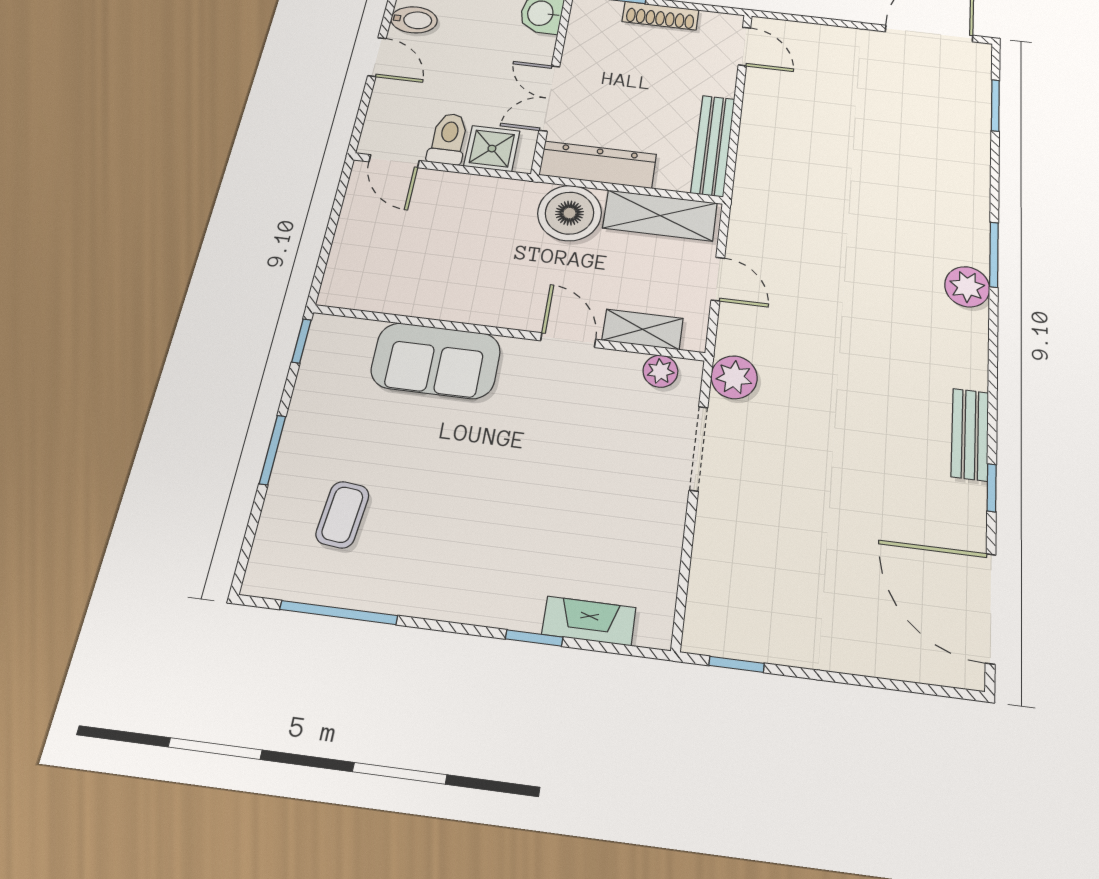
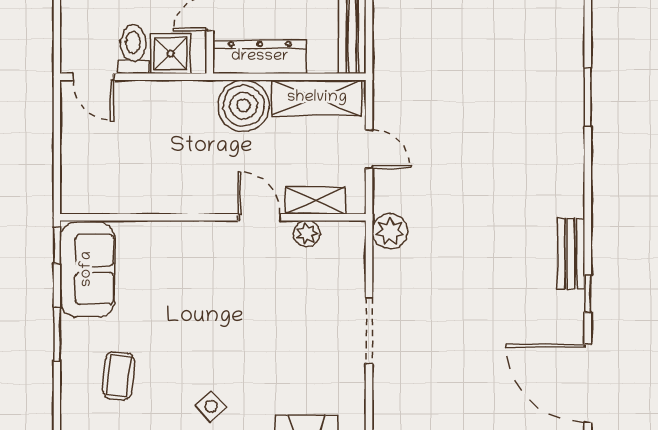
plant: (967, 287) -> (567, 129), removed
sofa: (436, 361) -> (87, 269), moved, turned -90
plant: (660, 371) -> (307, 234), moved
doorway: (699, 448) -> (369, 330), moved
side table: (460, 572) -> (211, 406), added

